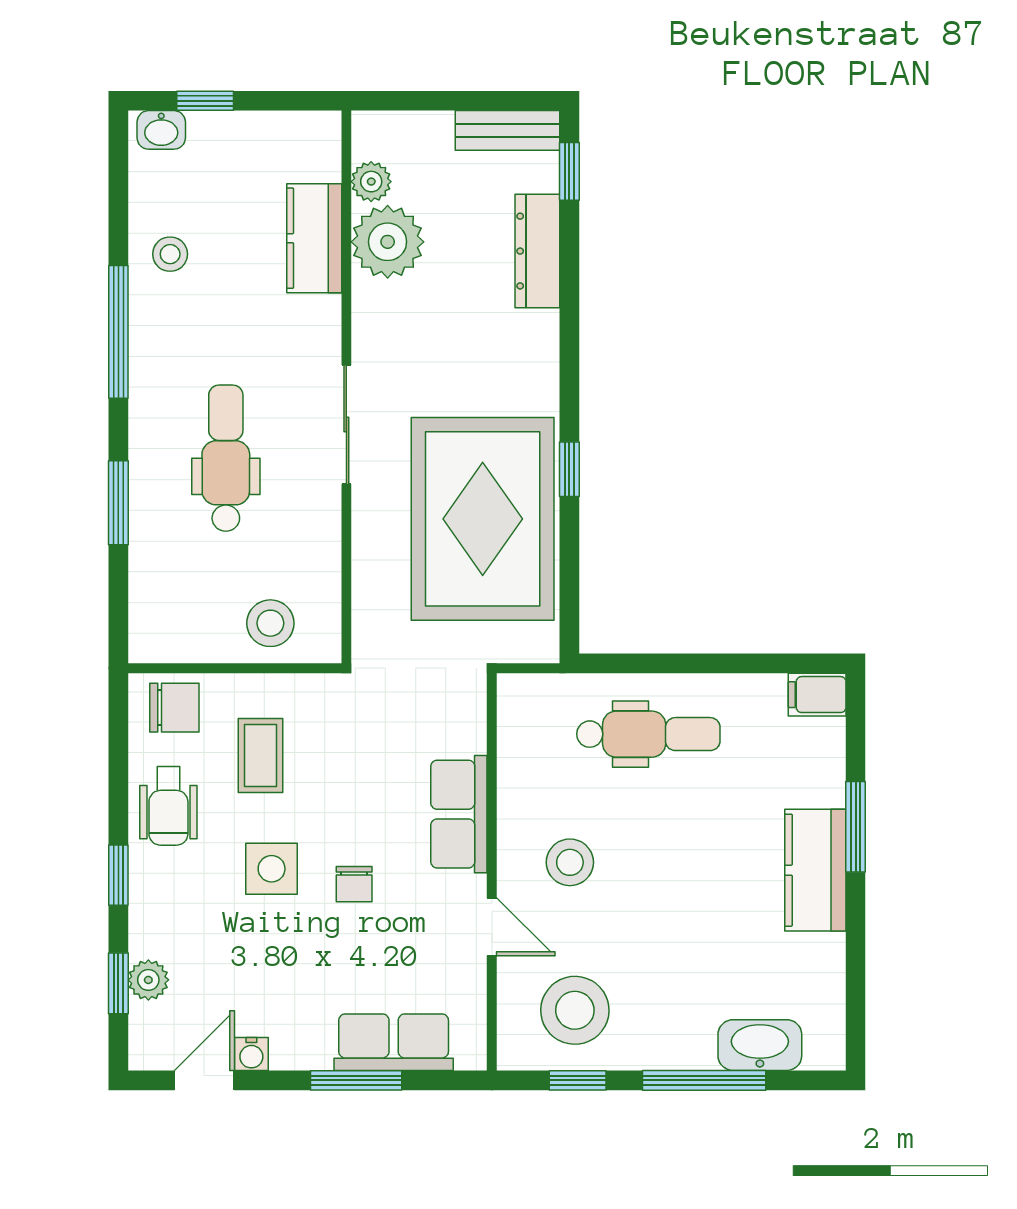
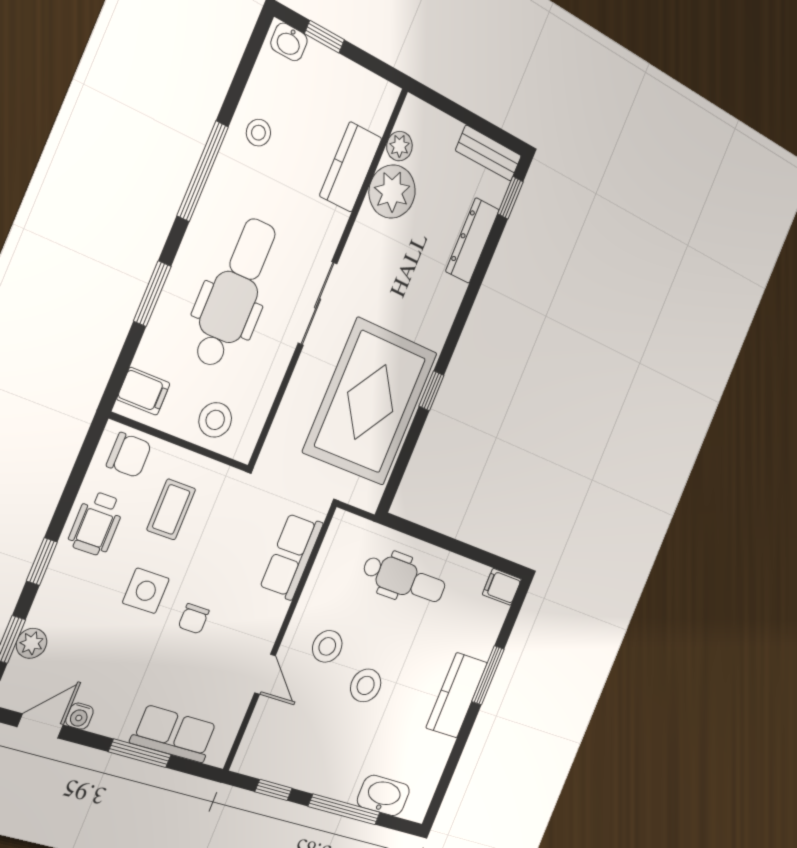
dental chair: (226, 458) -> (235, 293), width x1.36, depth x1.38
filing cabinet: (159, 624) -> (143, 391), added
row of seats: (459, 814) -> (291, 556), moved
stool: (575, 1010) -> (366, 685), moved, width x0.73, depth x0.73

